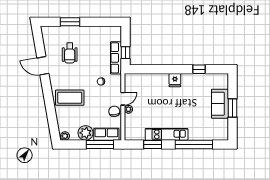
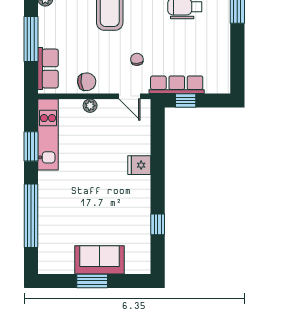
fridge: (175, 80) -> (139, 165), moved
door: (123, 99) -> (129, 96), moved
plant: (86, 133) -> (50, 33), removed
kitchen unit: (167, 134) -> (48, 135), moved
window: (100, 144) -> (31, 39), moved

